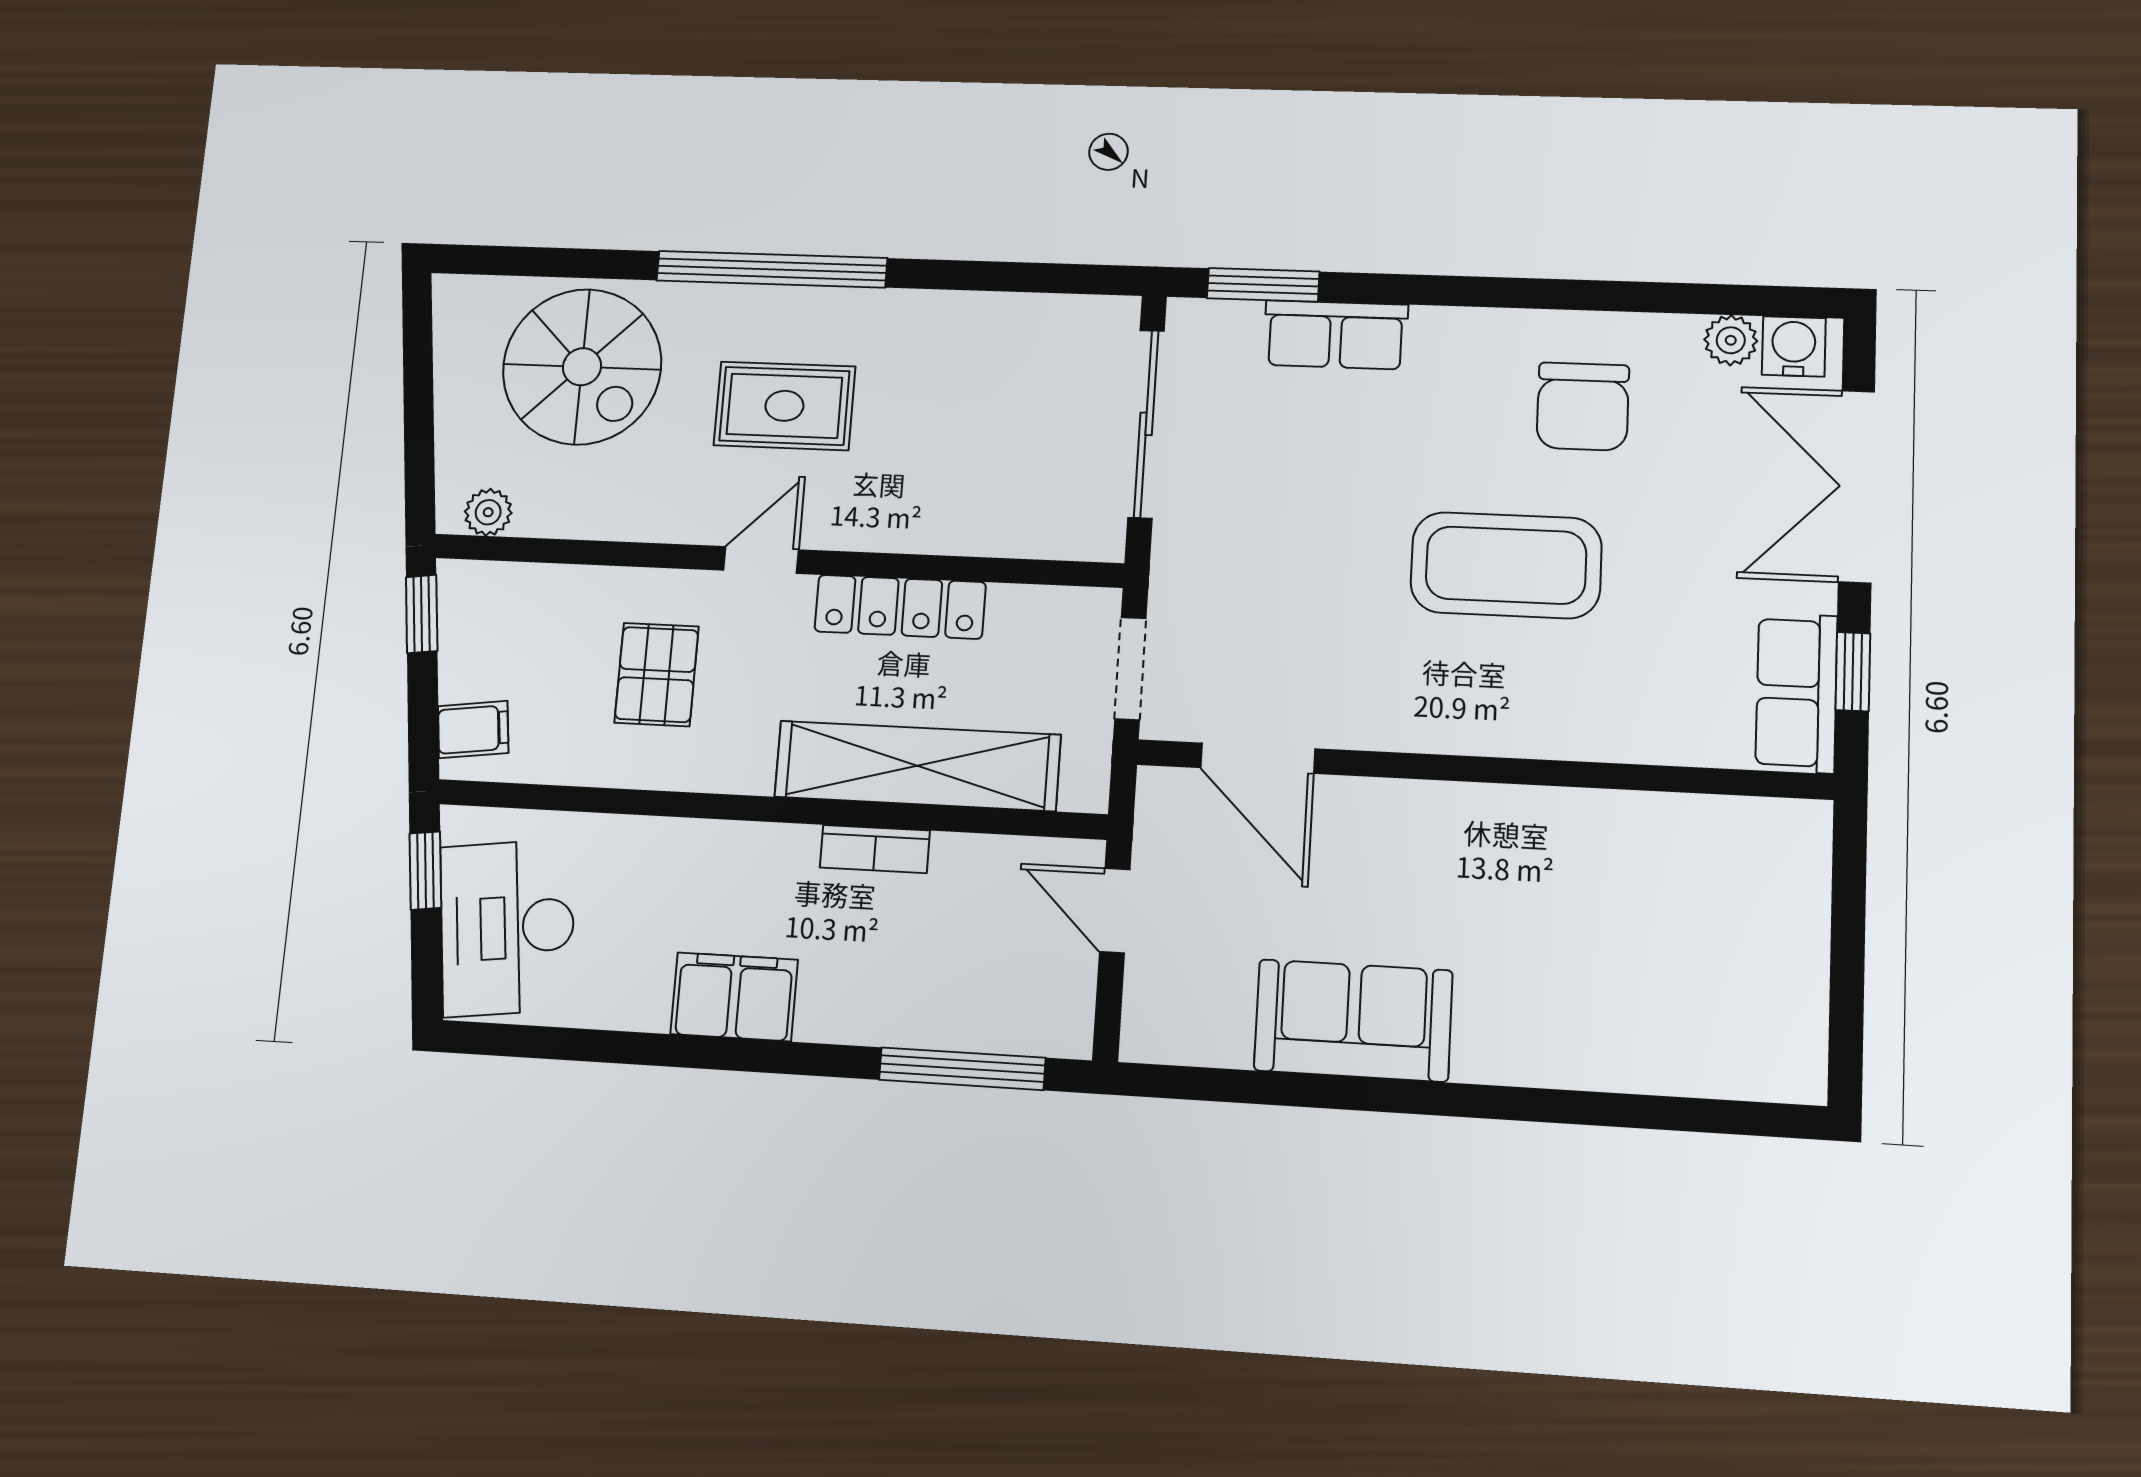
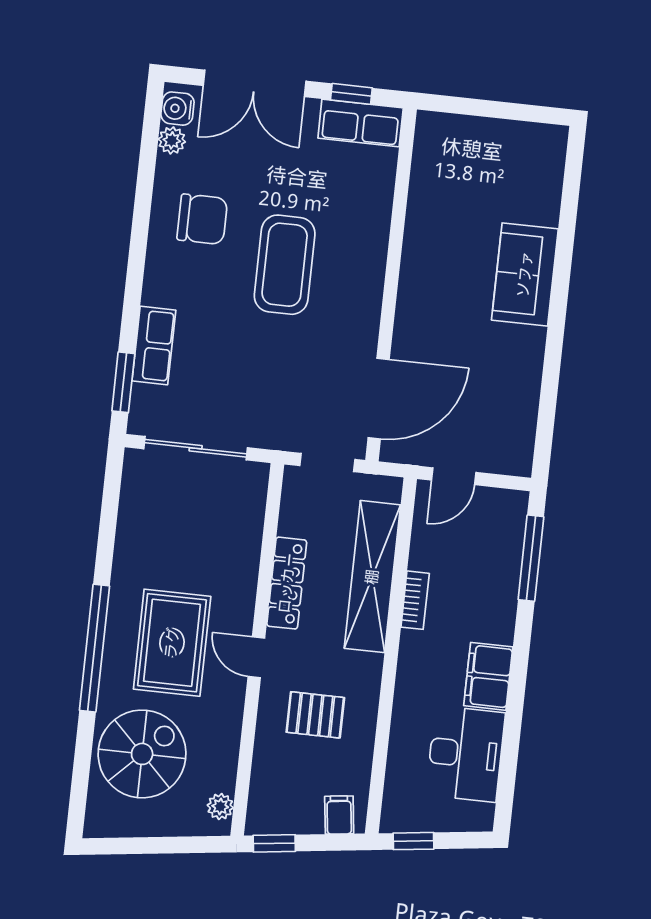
rug: (784, 406) -> (172, 643), width x1.36, depth x1.43
door: (1258, 758) -> (379, 399), width x1.36
desk: (507, 928) -> (466, 754), moved, turned -83
sofa: (1353, 1020) -> (525, 274), moved

